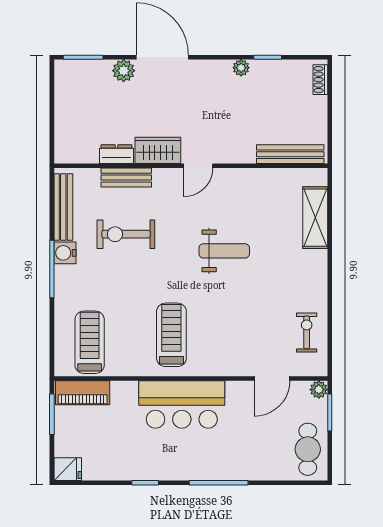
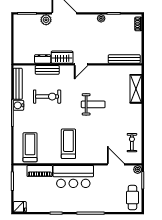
exercise bike: (126, 234) -> (47, 97), turned 180
door: (272, 379) -> (116, 164), swing flipped
piano: (83, 393) -> (40, 171), moved

